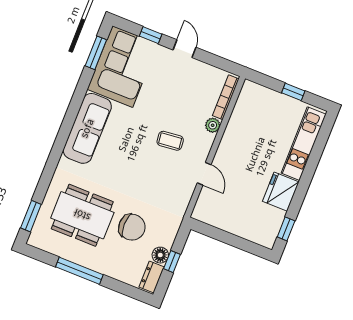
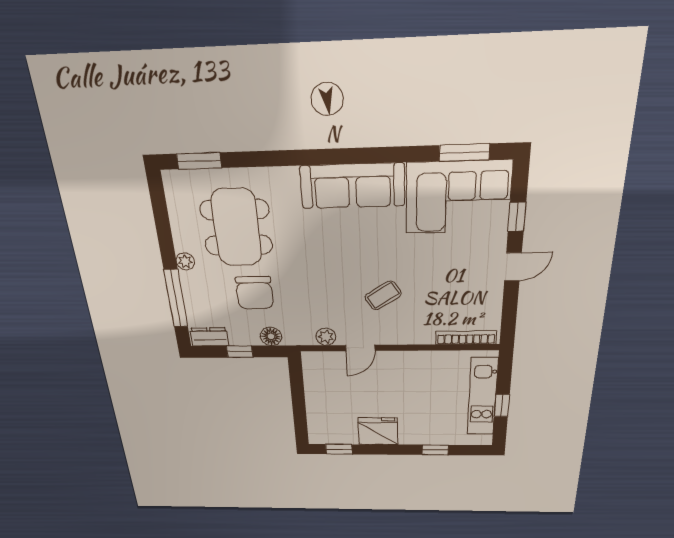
plant: (213, 125) -> (326, 337), moved
coffee table: (170, 141) -> (383, 295), turned 63
kitchen unit: (304, 144) -> (483, 397), moved, turned -90
window: (315, 155) -> (435, 450), added
floor lamp: (160, 255) -> (271, 336), moved
plant: (90, 262) -> (185, 261), added
window: (79, 271) -> (176, 298), moved

